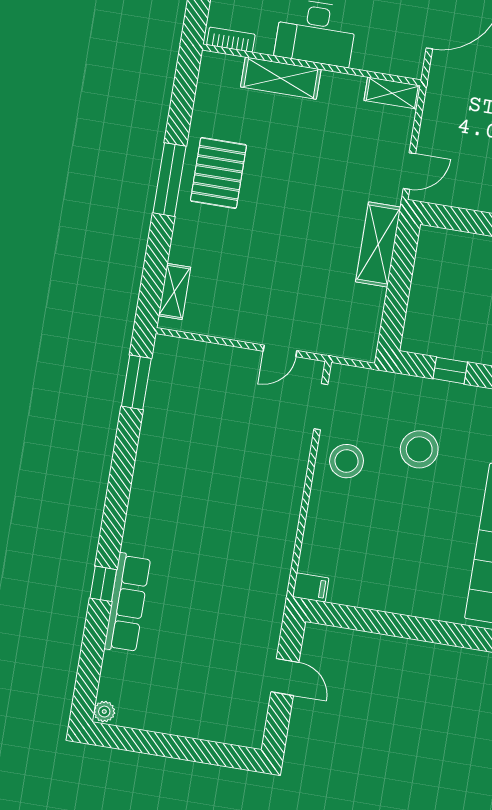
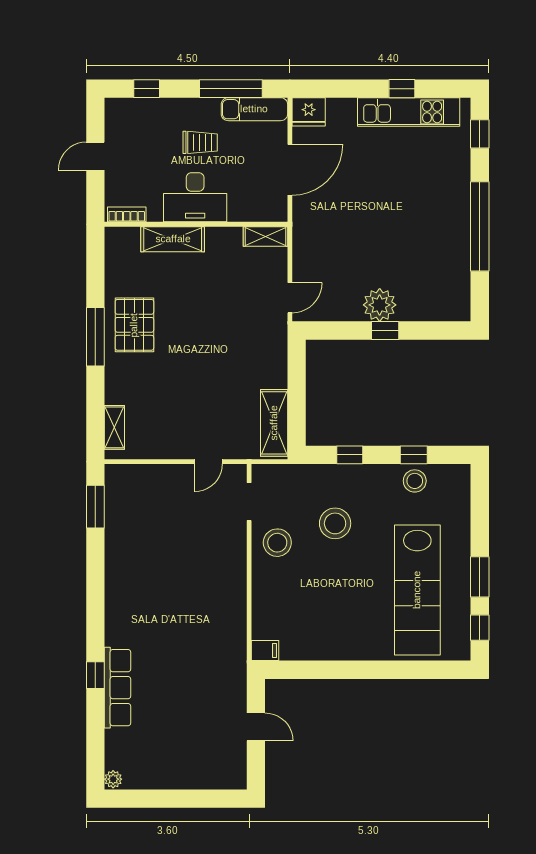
shelving: (378, 244) -> (274, 423), moved

